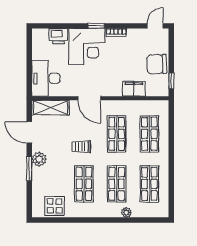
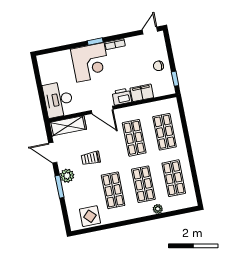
printer: (58, 36) -> (122, 97), moved, turned 180
chair: (157, 64) -> (158, 66), width x0.54, depth x0.54
trolley: (81, 147) -> (91, 158), moved

